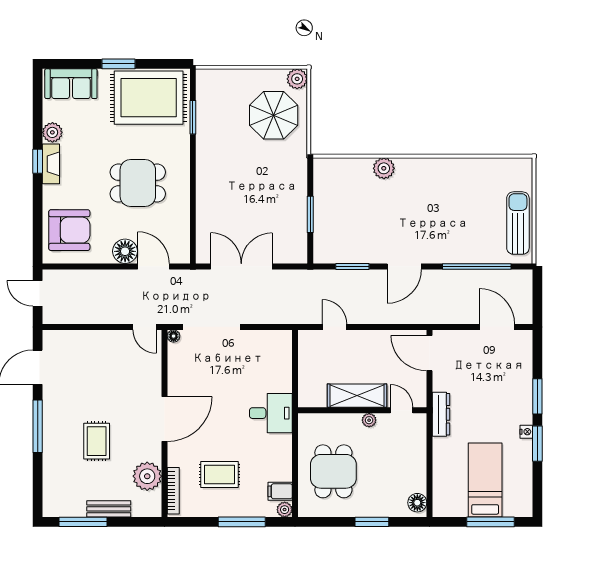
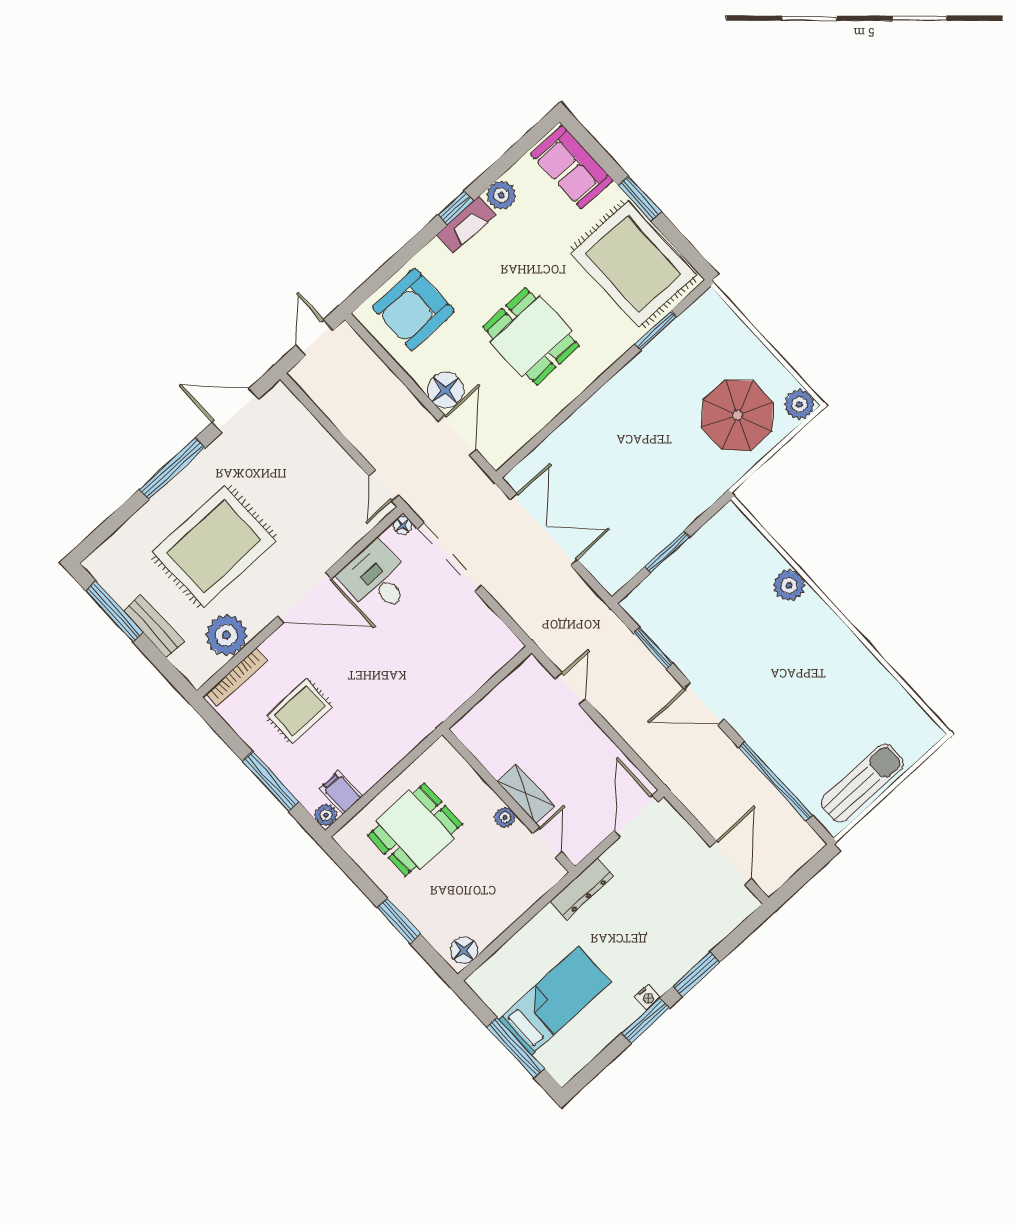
armchair: (69, 230) -> (413, 309), turned 90
shelving: (357, 396) -> (526, 794), width x0.67, depth x0.75
desk: (271, 413) -> (377, 579), moved, turned 180
rug: (97, 441) -> (214, 546), width x1.86, depth x2.06
rug: (219, 474) -> (299, 711), turned 90

